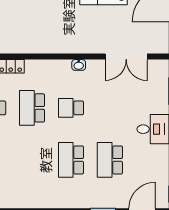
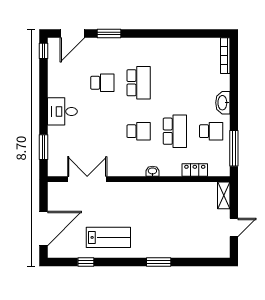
washbasin: (79, 65) -> (152, 171), moved
school desk: (110, 160) -> (102, 83), width x0.54

